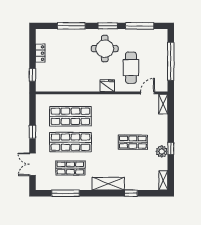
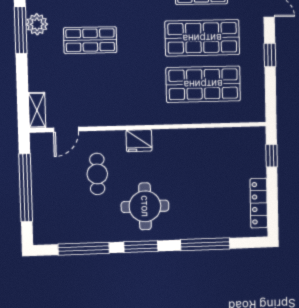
locker: (40, 53) -> (259, 203), width x1.53
cafe table: (131, 68) -> (97, 174), width x0.73, depth x0.74
window: (171, 148) -> (21, 30), width x2.17

